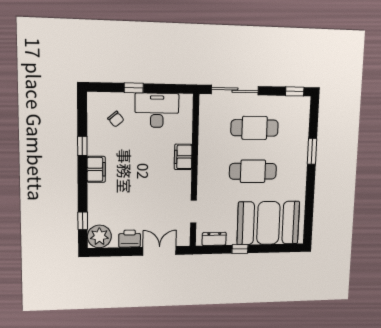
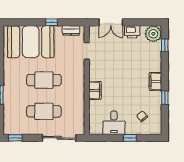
desk: (157, 110) -> (114, 123), width x0.73

